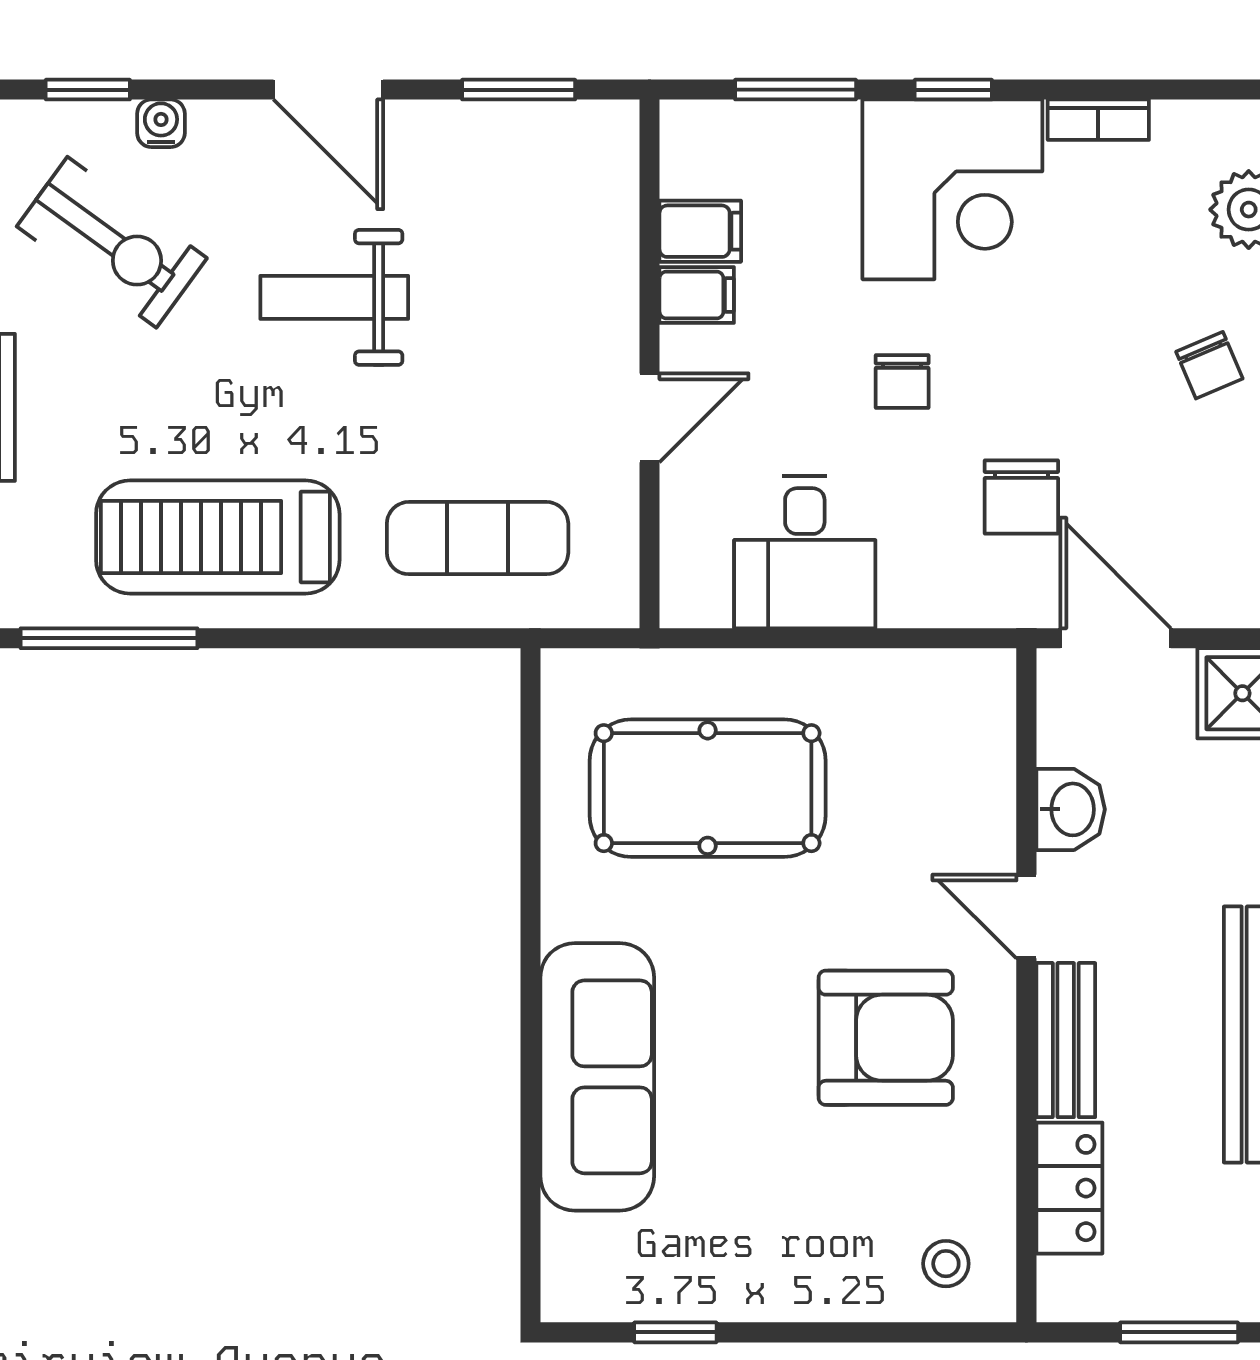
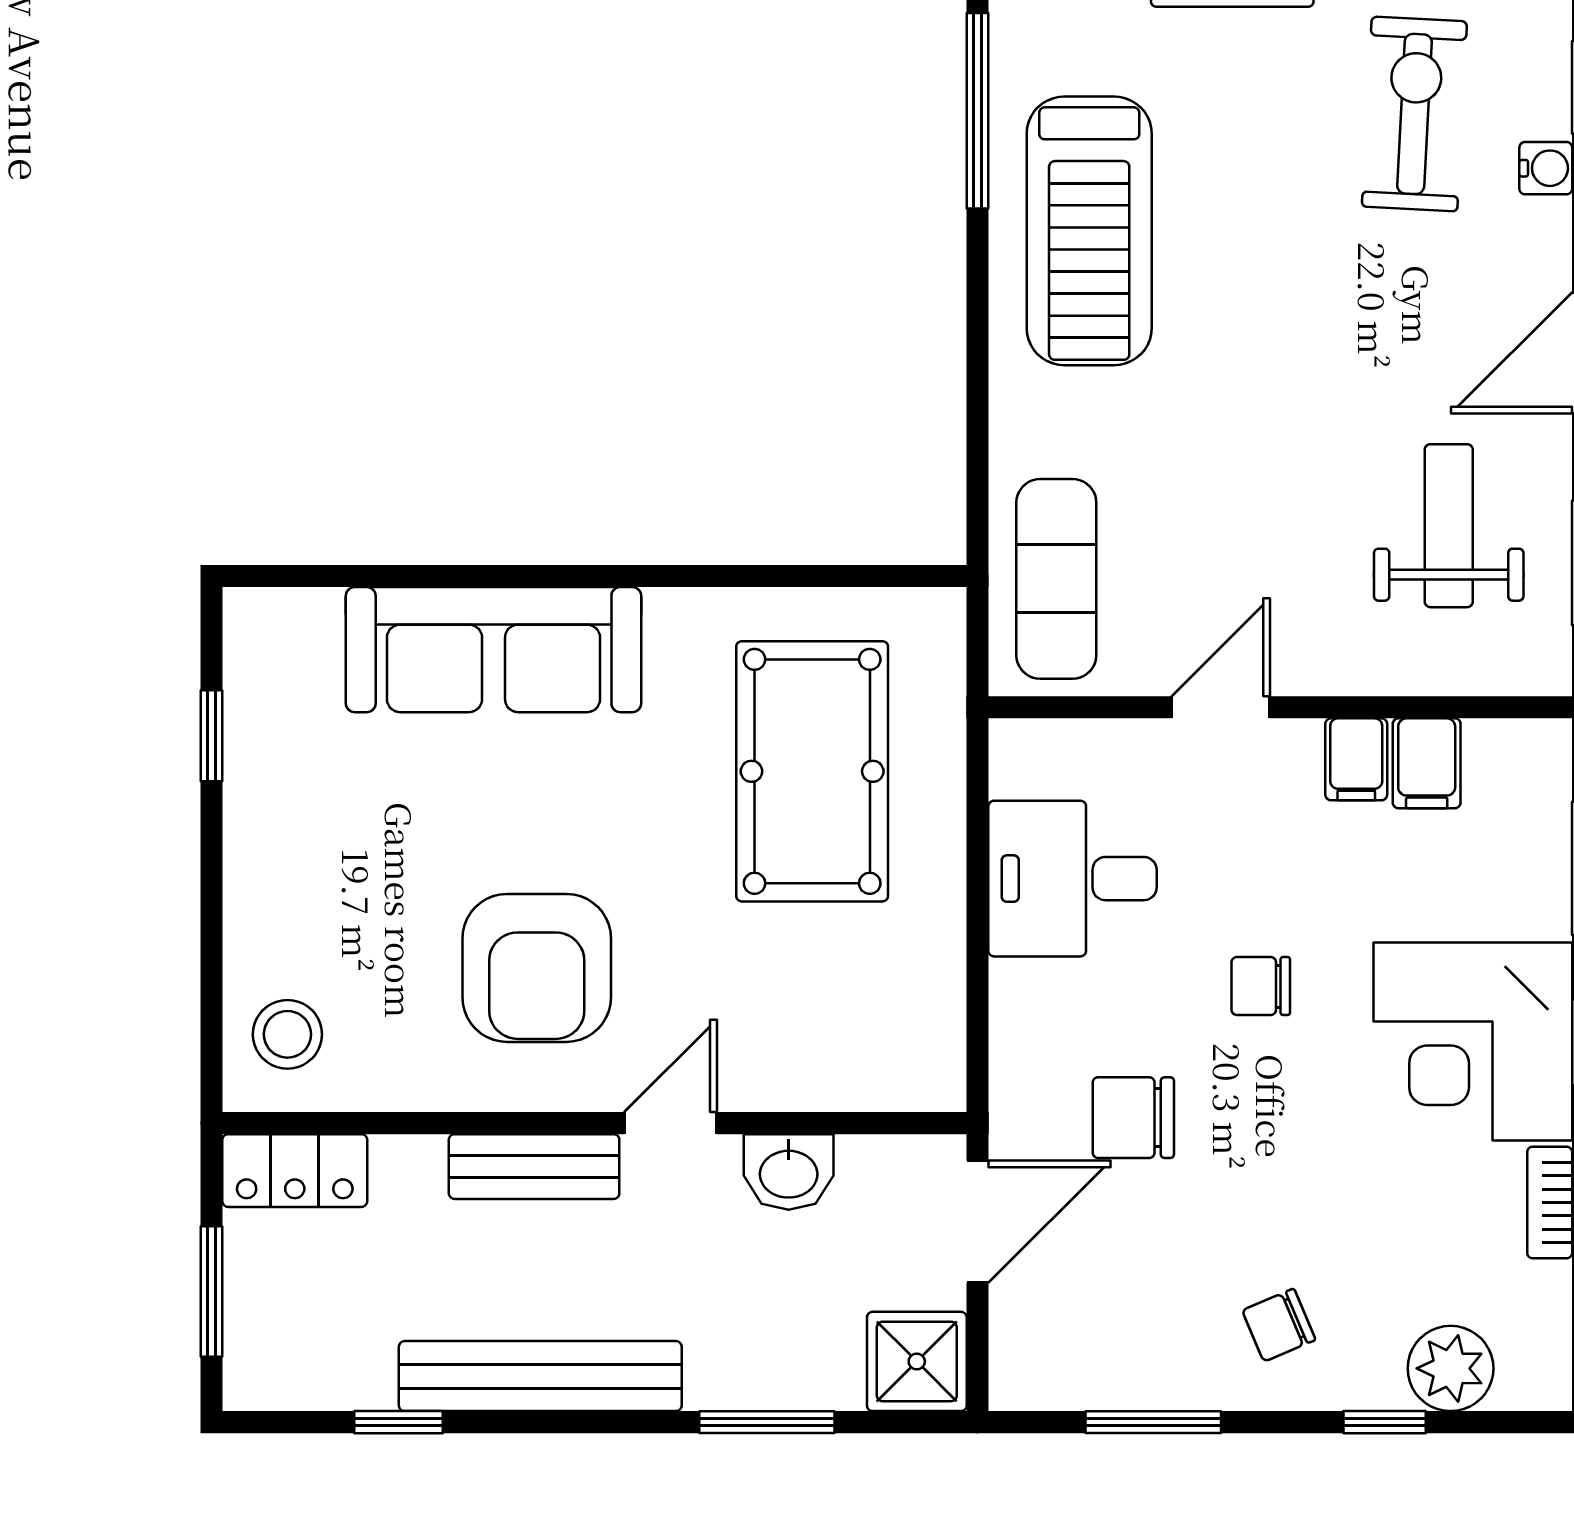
exercise bike: (112, 242) -> (1414, 114), turned 147
weight bench: (334, 297) -> (1449, 526), moved
door: (650, 418) -> (1221, 707), swing flipped
treadmill: (218, 537) -> (1089, 231), turned 180
exercise mat: (478, 538) -> (1056, 579), moved
locker: (1069, 1188) -> (295, 1171), moved
stool: (946, 1264) -> (287, 1034), width x1.37, depth x1.37

